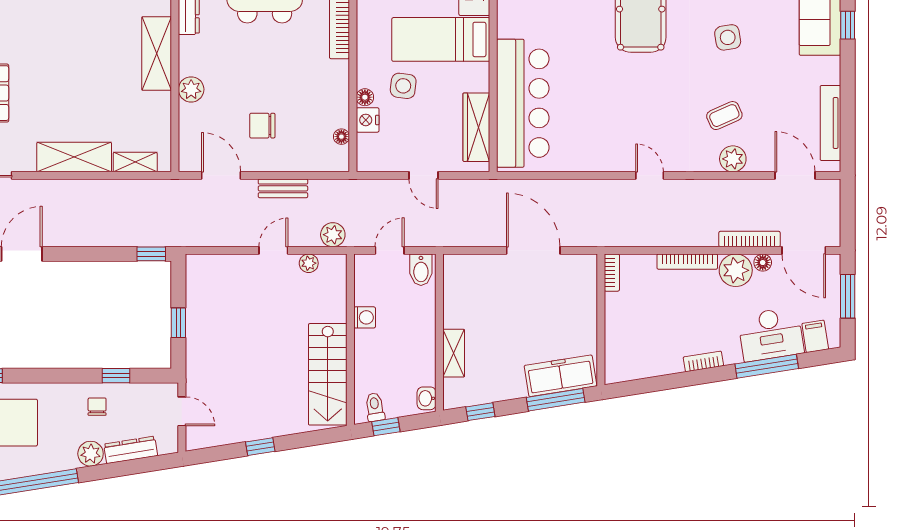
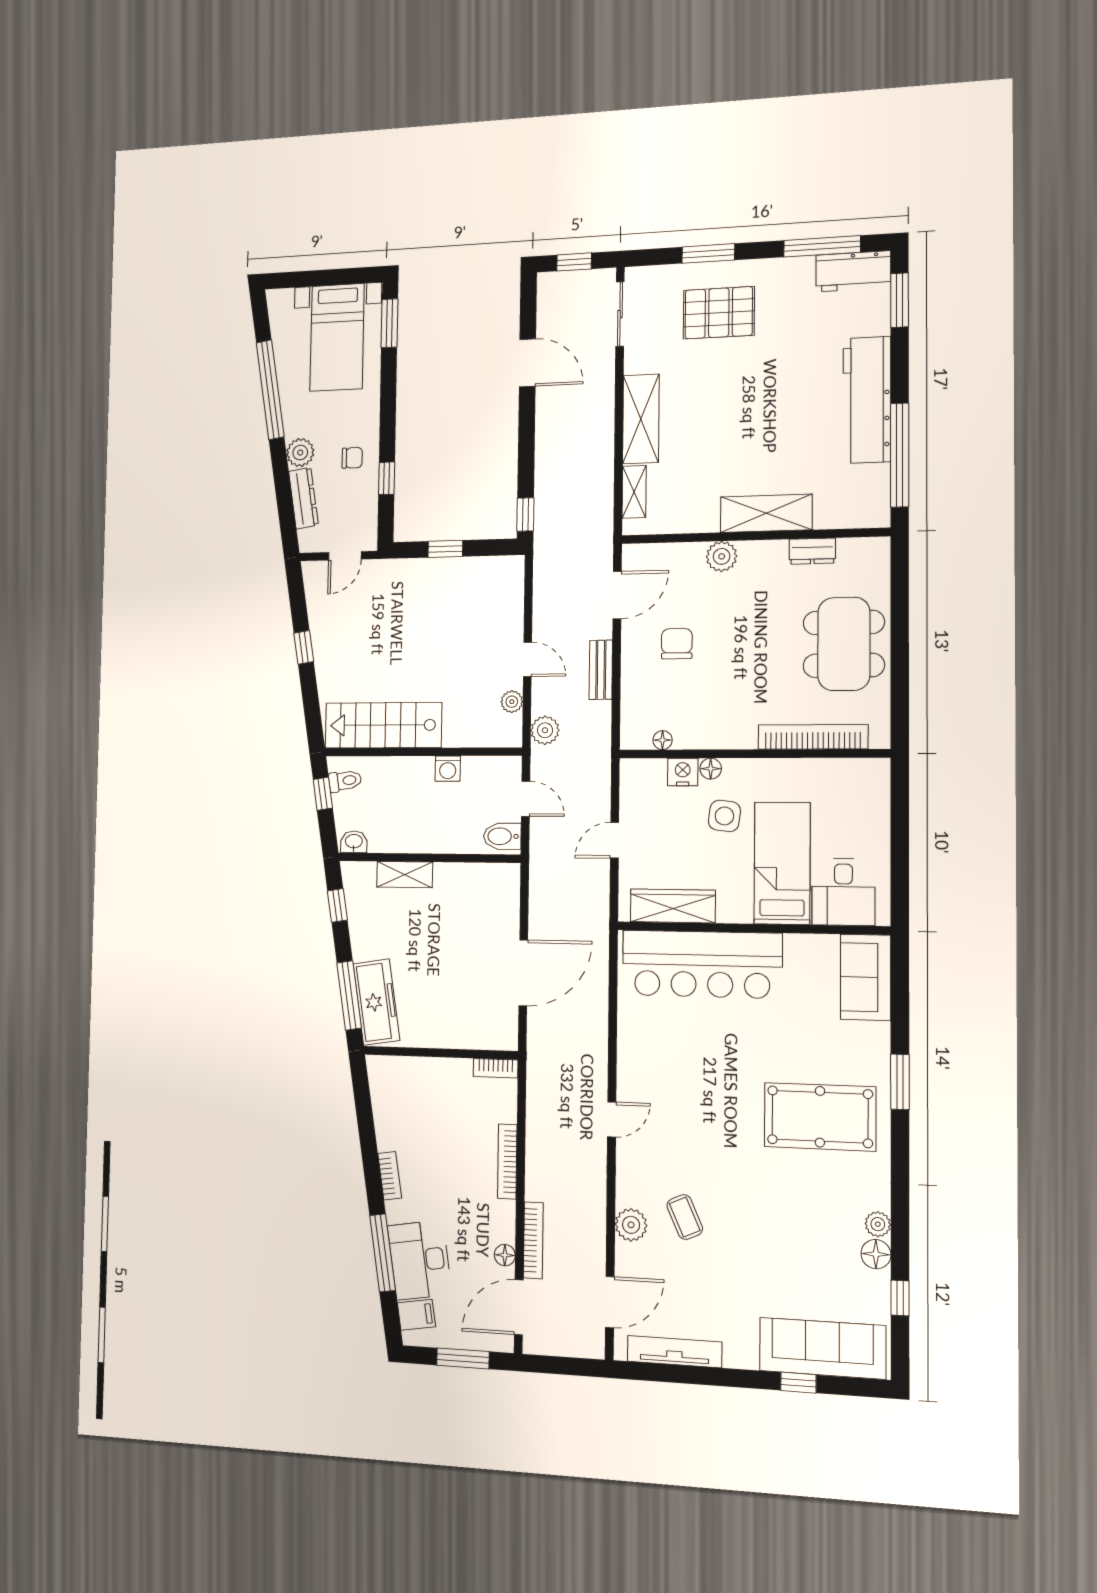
side table: (728, 37) -> (783, 1227), removed
plant: (736, 270) -> (496, 1221), removed

